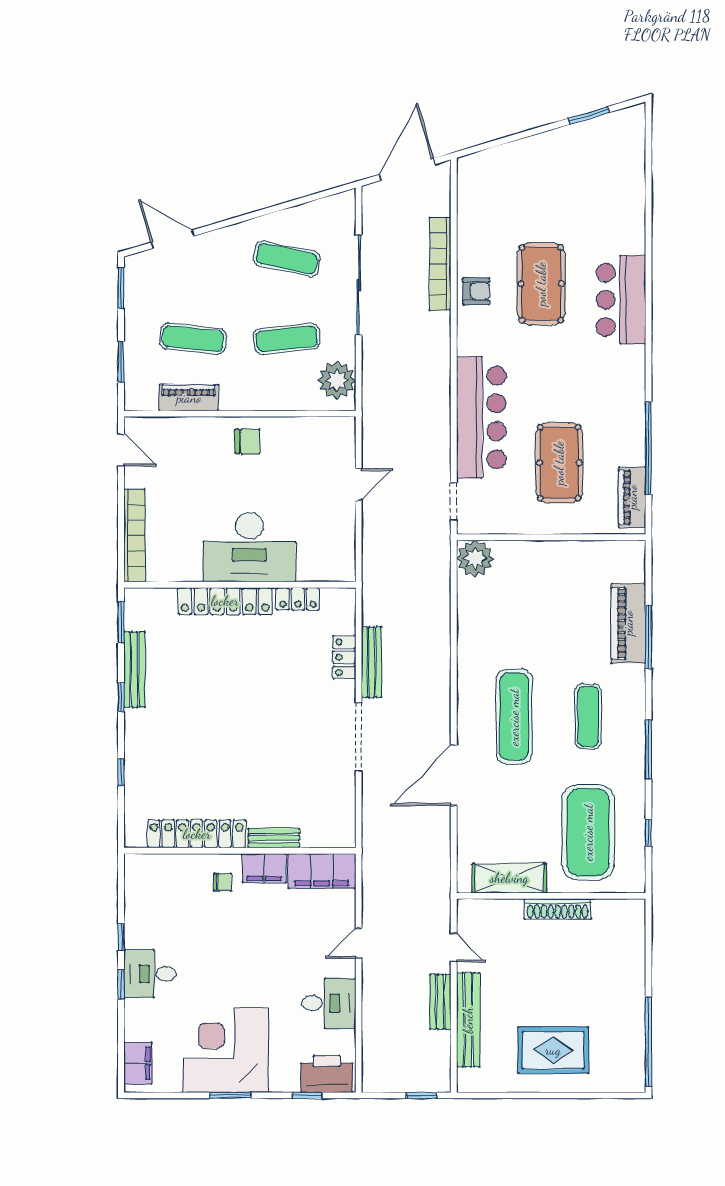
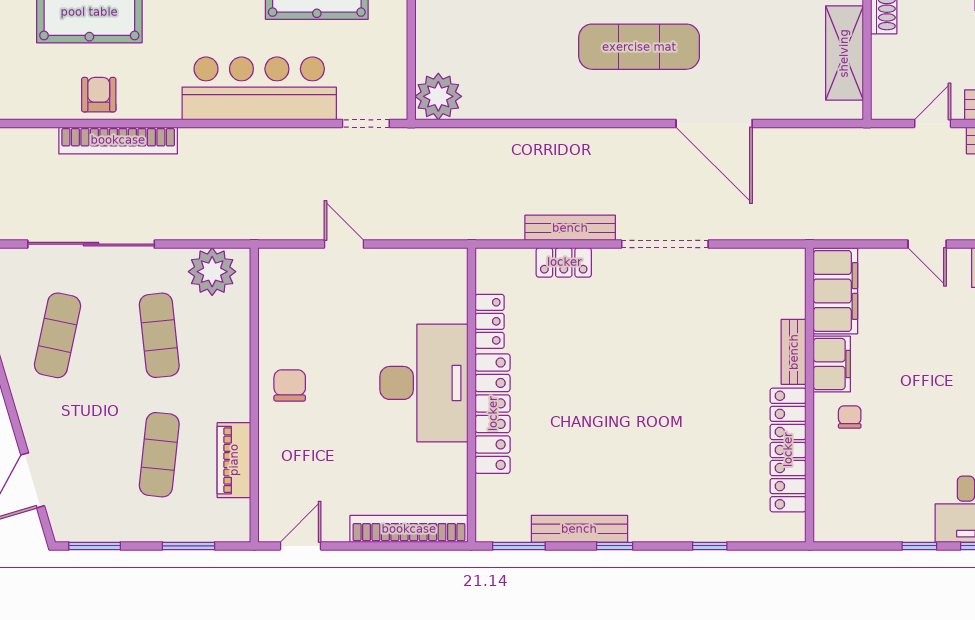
bookcase: (440, 264) -> (118, 140), moved

